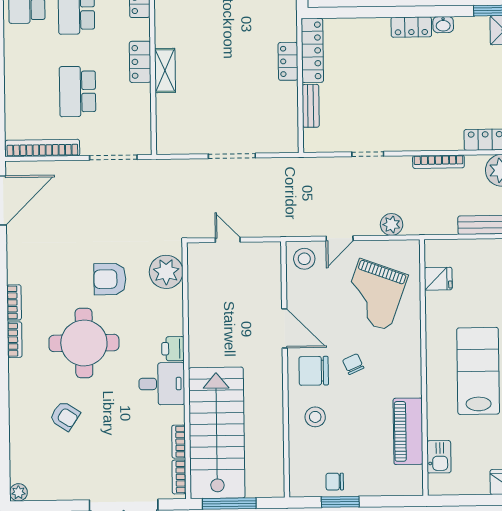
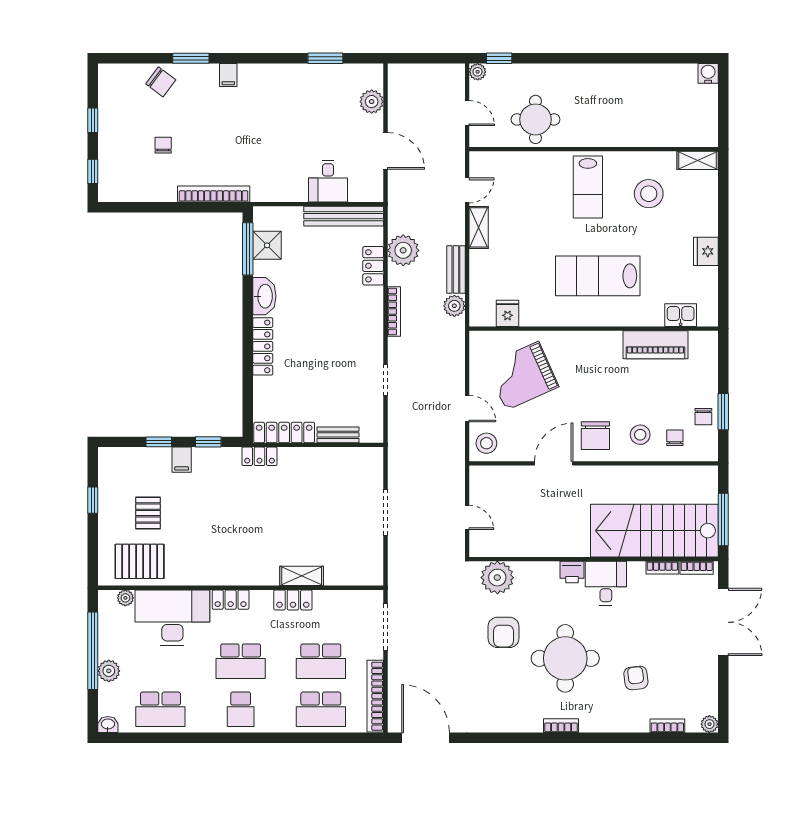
washbasin: (443, 25) -> (264, 296), width x1.91, depth x1.45
locker: (411, 27) -> (263, 346), width x1.53
locker: (288, 61) -> (260, 456), moved
school desk: (28, 92) -> (321, 709), added
plant: (392, 224) -> (454, 306), moved
door: (228, 240) -> (467, 517), swing flipped
grand piano: (374, 295) -> (522, 376), turned 136
bookcase: (14, 302) -> (667, 726), moved
chair: (353, 364) -> (675, 438), moved, turned 114
armchair: (65, 416) -> (636, 678), turned -40

